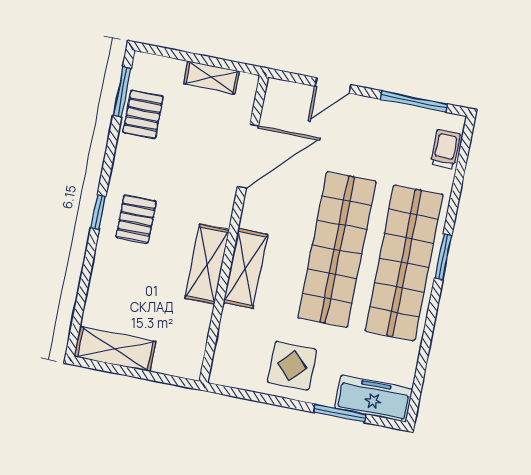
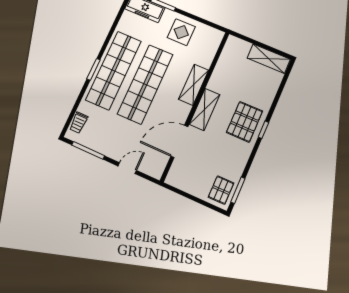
shelving: (211, 77) -> (189, 187), removed
pallet: (143, 114) -> (221, 190), moved
pallet: (136, 219) -> (244, 122), width x1.50, depth x1.42
shelving: (207, 264) -> (205, 109), moved

